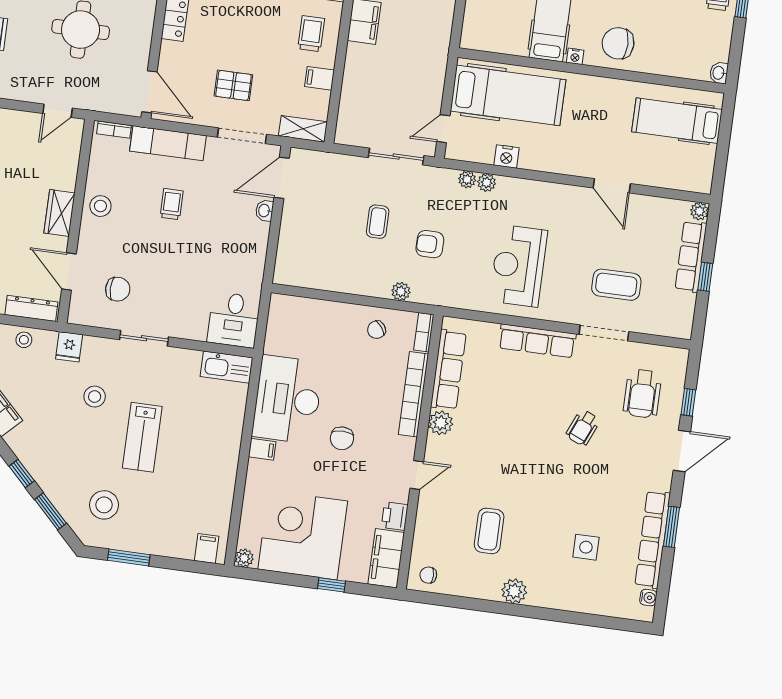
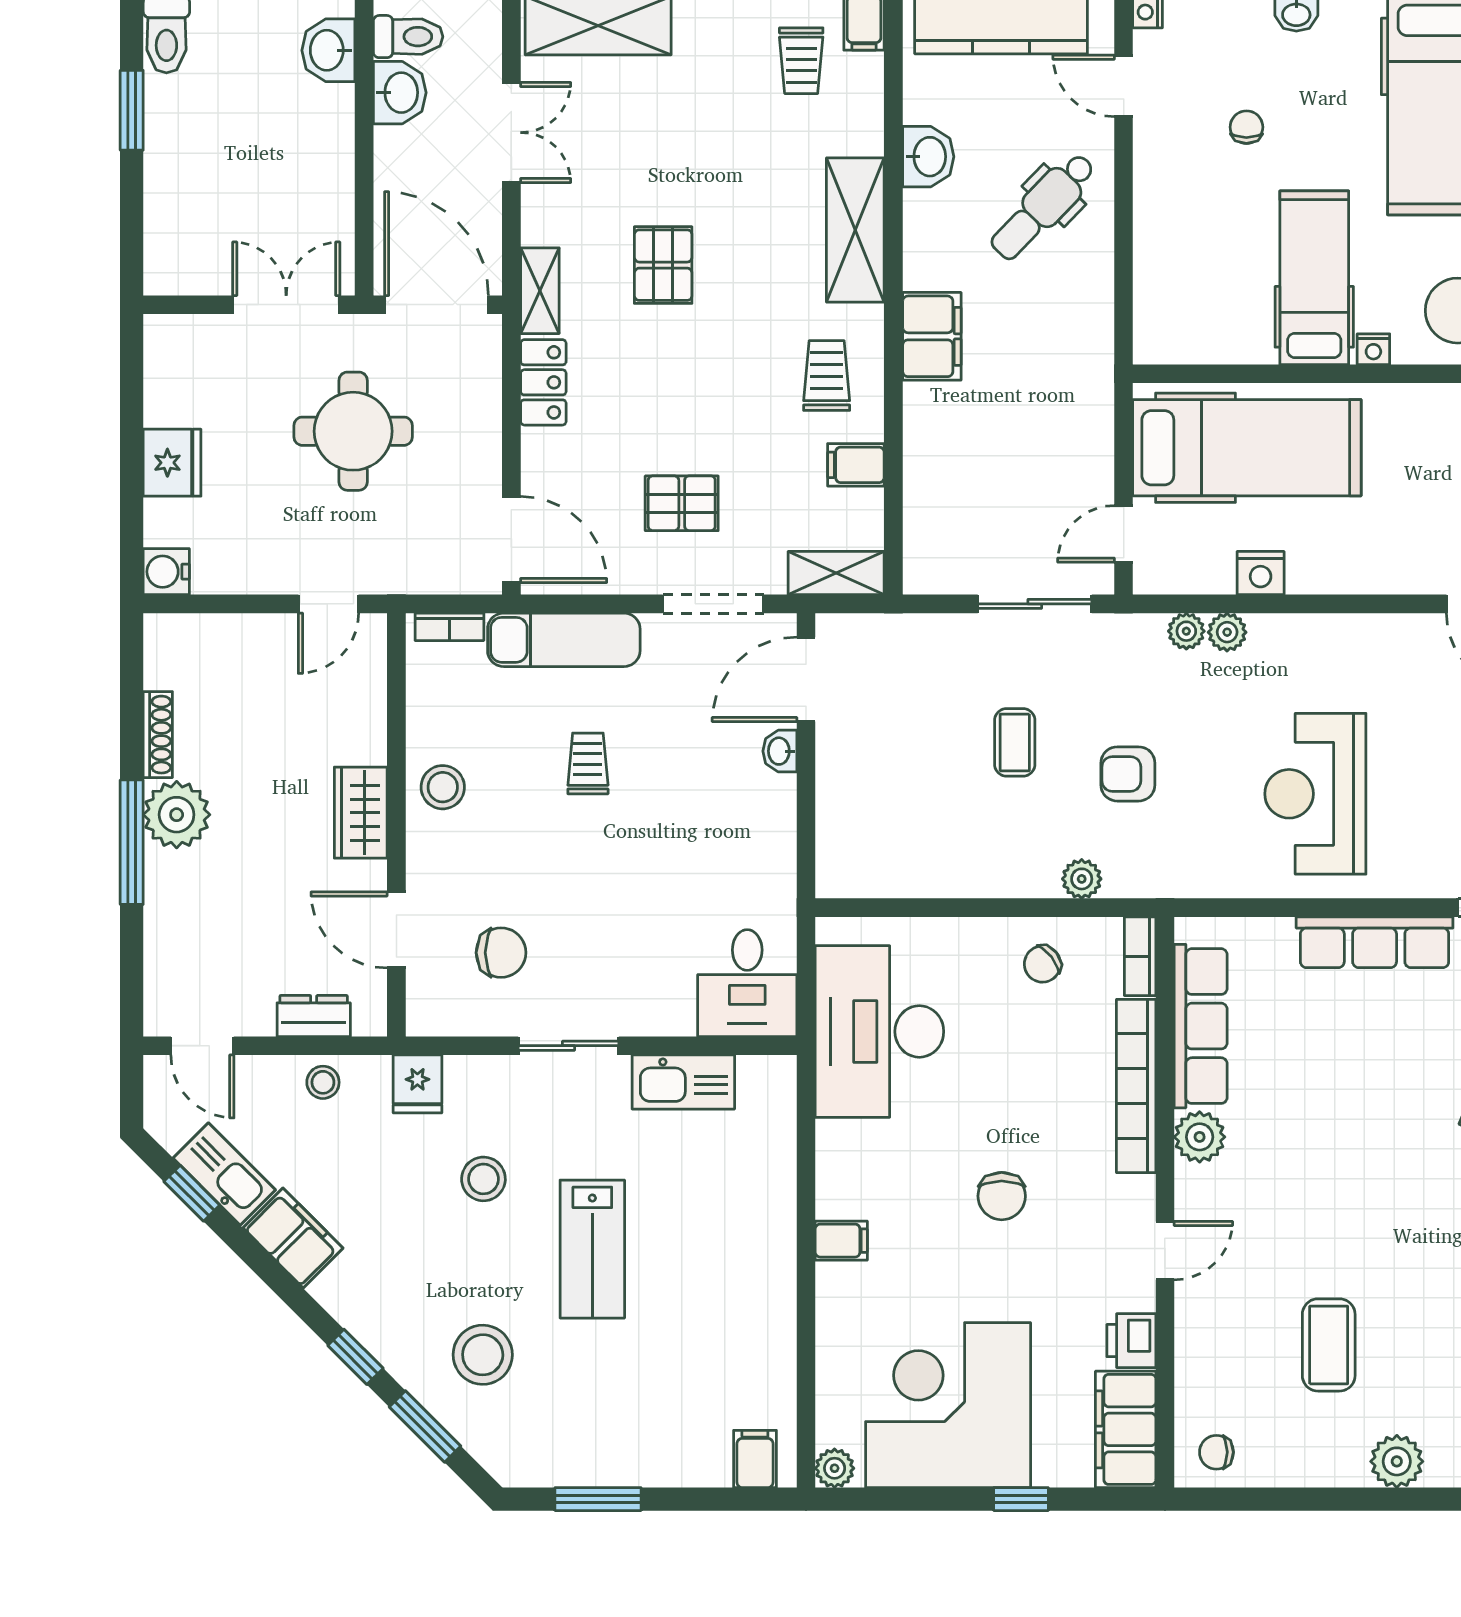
dresser: (31, 308) -> (314, 1016), width x0.70
kitchen sink: (227, 367) -> (683, 1082), moved
desk: (288, 399) -> (879, 1031), moved
stool: (104, 505) -> (483, 1355), moved

